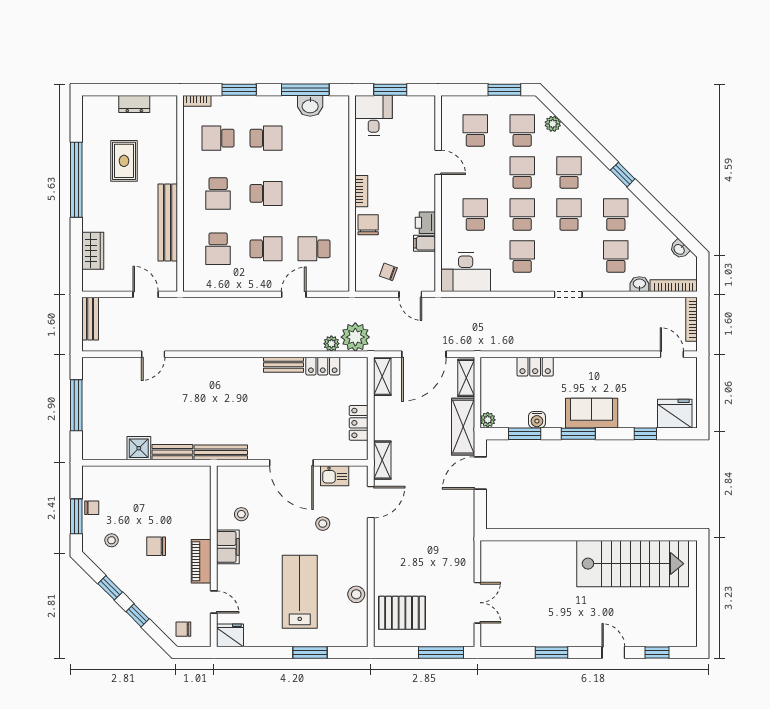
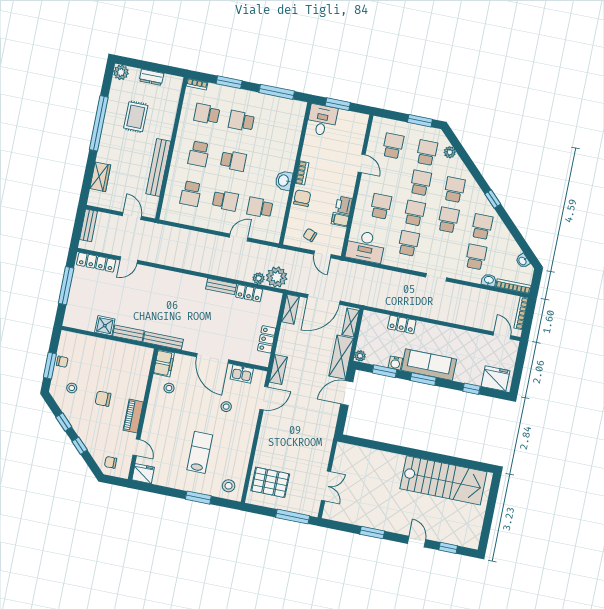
plant: (92, 106) -> (121, 72), added
washbasin: (310, 106) -> (284, 181), moved, turned 90
school desk: (266, 138) -> (241, 121), turned 180
locker: (110, 366) -> (96, 262), added
sofa: (592, 413) -> (429, 365), width x1.36
filing cabinet: (228, 547) -> (164, 363), moved
lab bench: (300, 592) -> (200, 452), width x0.73, depth x0.72
stool: (356, 594) -> (229, 486), moved

